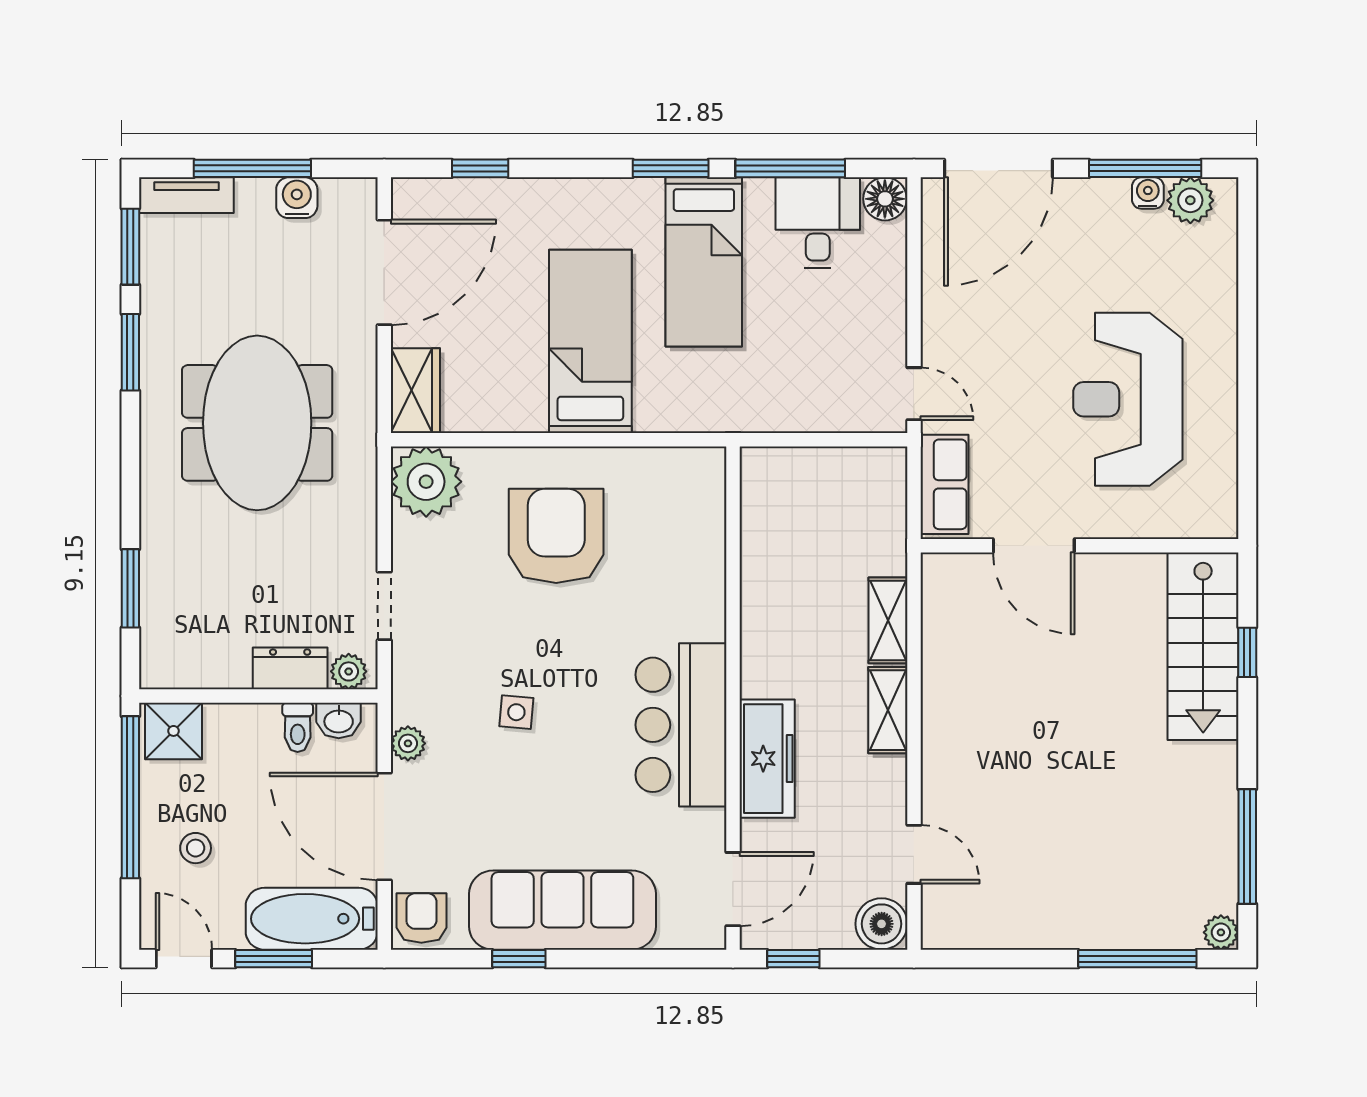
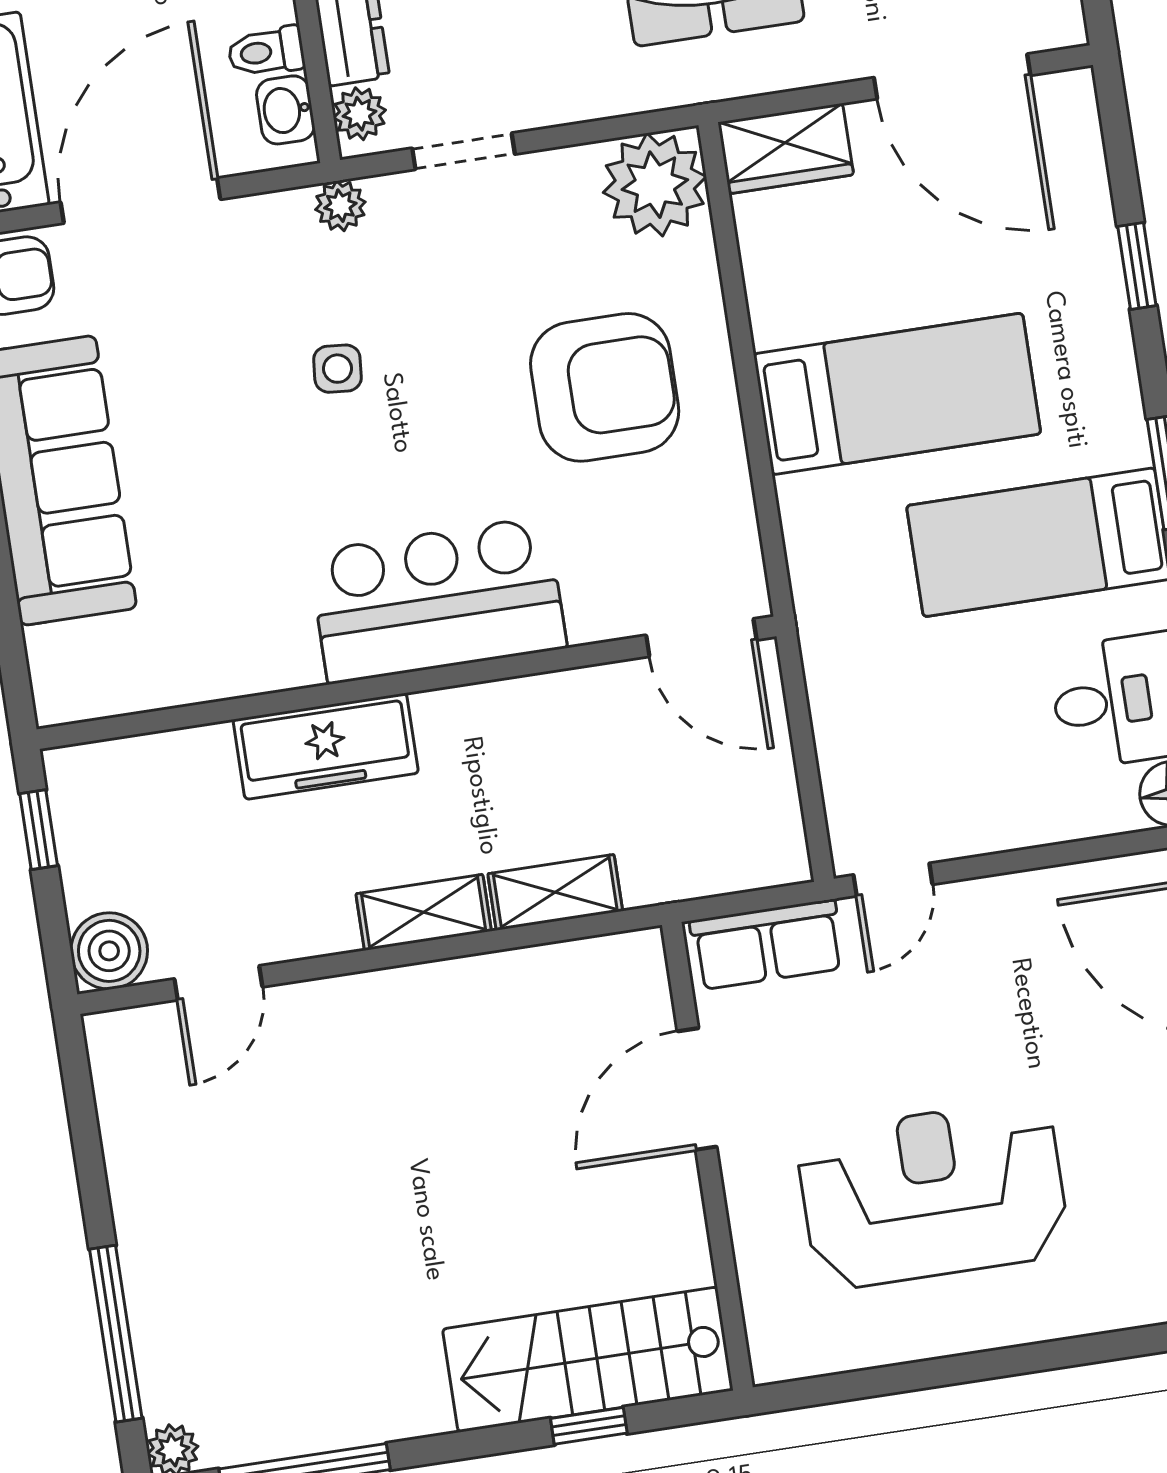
window: (480, 168) -> (1137, 266), moved
bar counter: (681, 725) -> (438, 600), moved
plant: (408, 743) -> (340, 206), moved
door: (733, 889) -> (701, 638), moved

